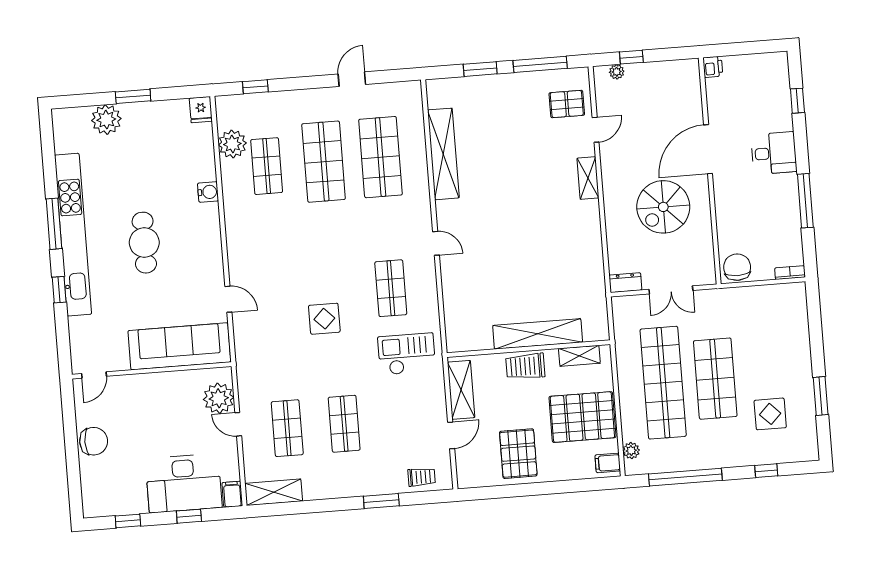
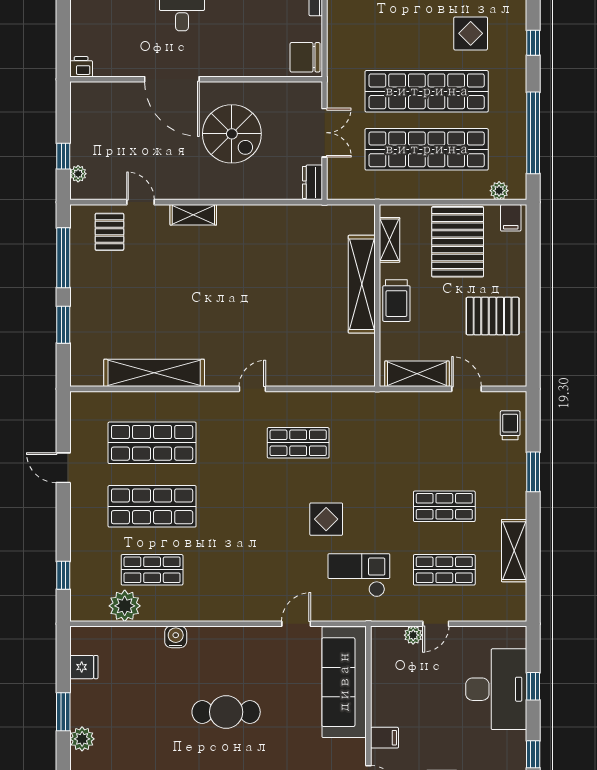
fridge: (201, 110) -> (84, 667), moved
plant: (106, 120) -> (82, 739), width x0.73, depth x0.73
checkout: (407, 354) -> (359, 575), moved, turned 90
shop shelf: (715, 379) -> (427, 91), width x1.40
plant: (219, 398) -> (413, 635), width x0.53, depth x0.53
shelving: (274, 492) -> (514, 551), moved
filing cabinet: (232, 494) -> (385, 738), moved, turned 180

